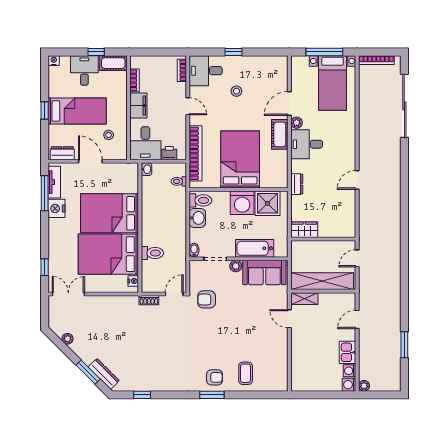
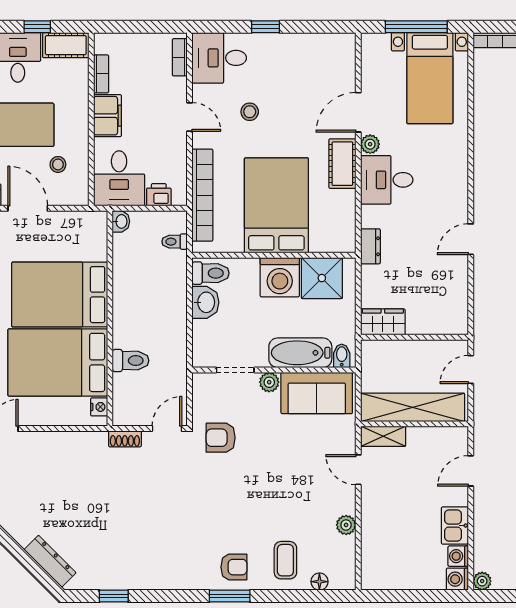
stool: (236, 91) -> (250, 112), moved
bidet: (194, 250) -> (342, 356), moved
plant: (282, 352) -> (346, 525), added
window: (88, 372) -> (24, 558), removed
floor lamp: (266, 386) -> (319, 582), added

